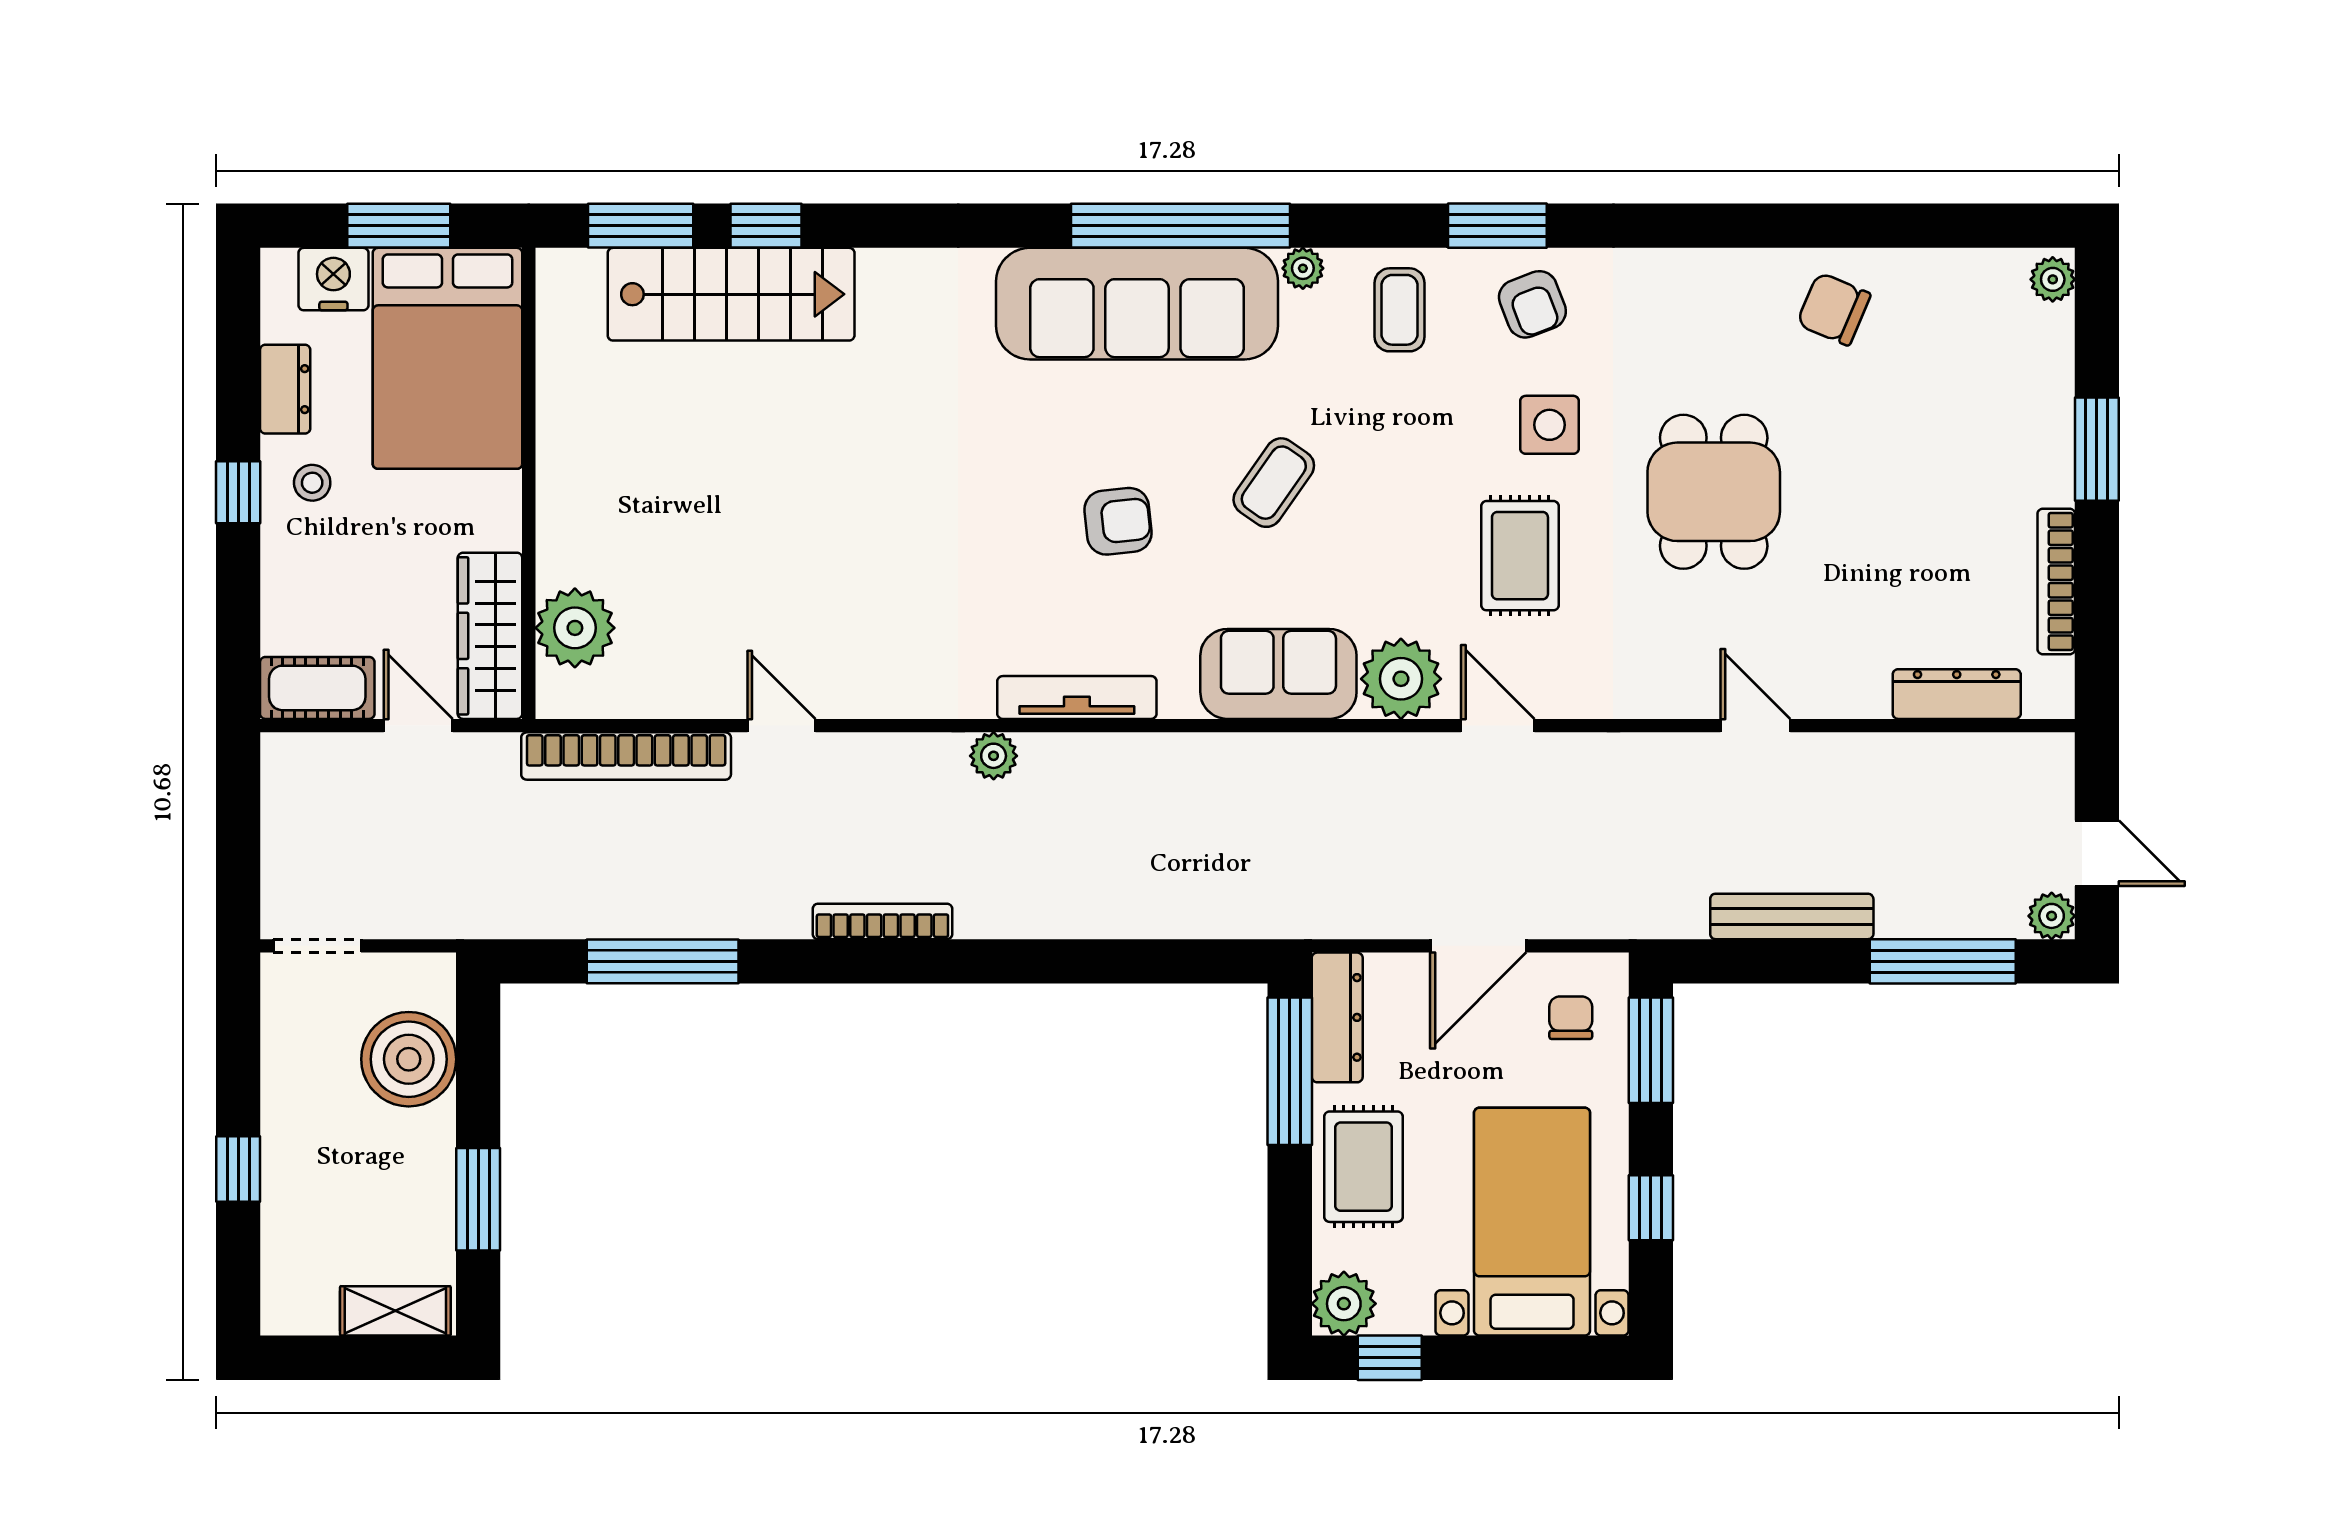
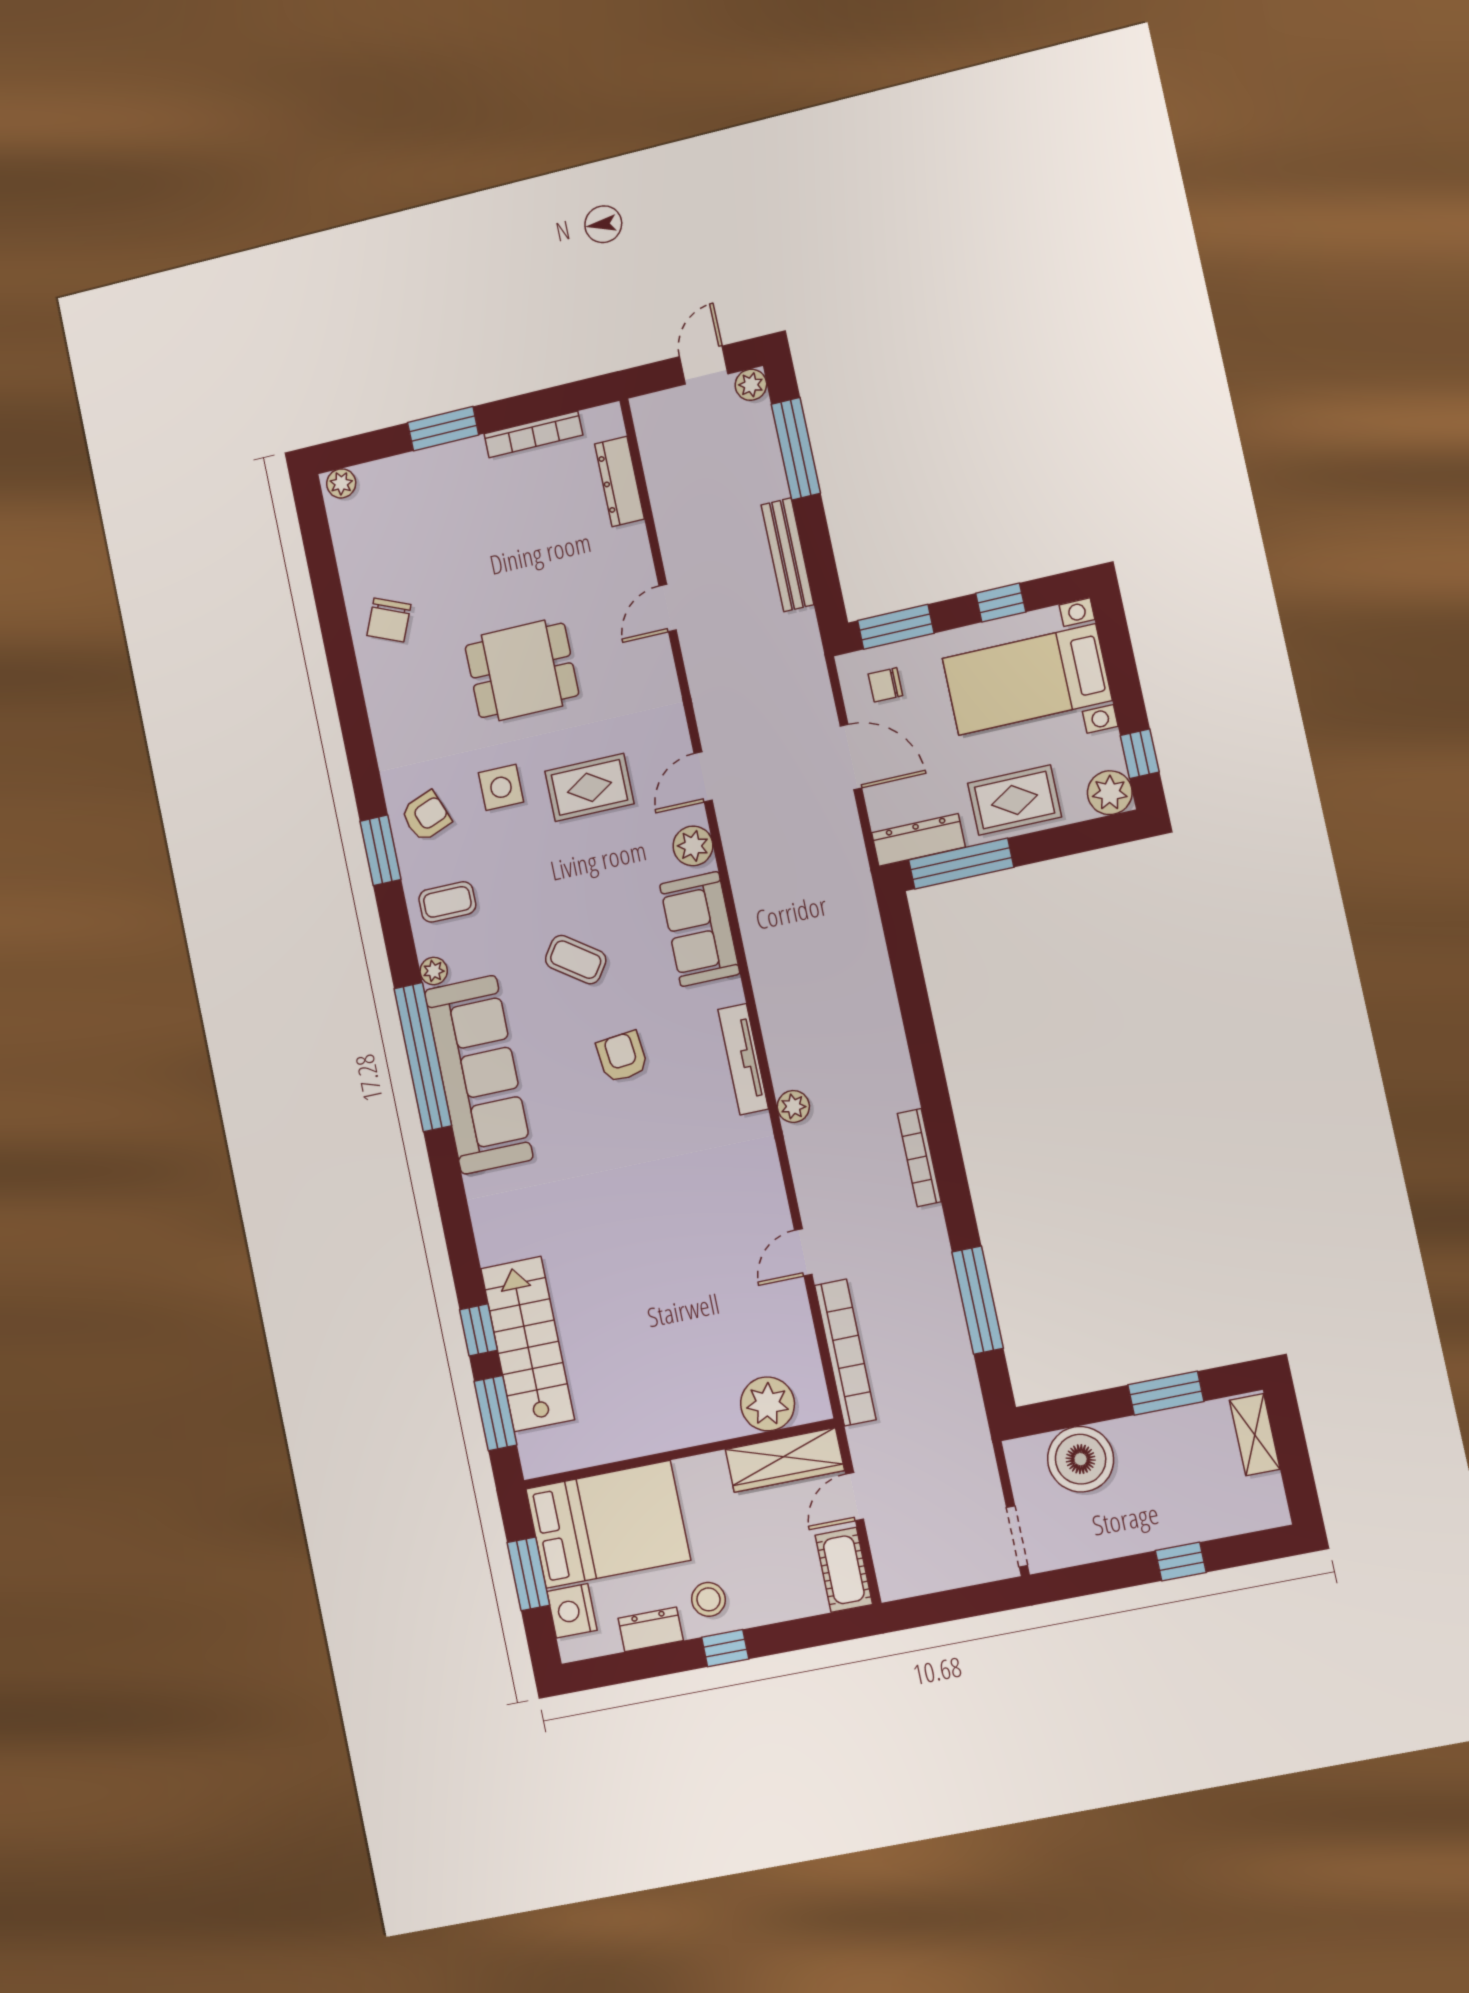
stool: (312, 483) -> (708, 1599), width x1.37, depth x1.37
plant: (1401, 679) -> (693, 846), width x0.73, depth x0.73

